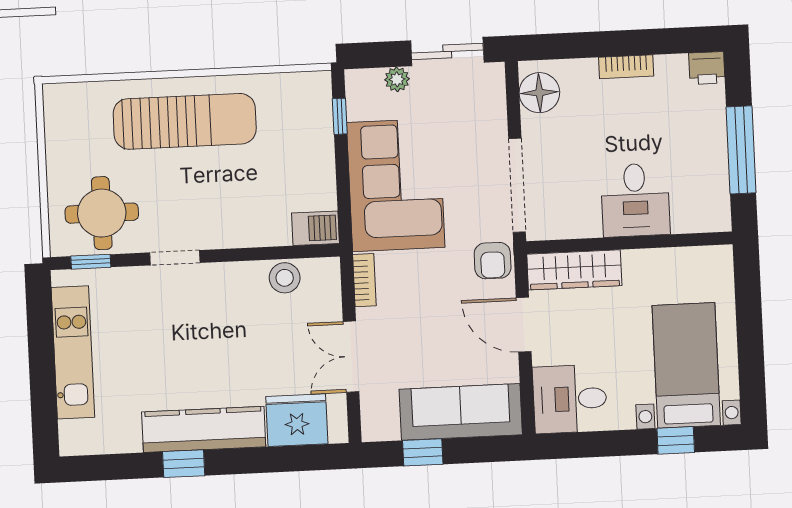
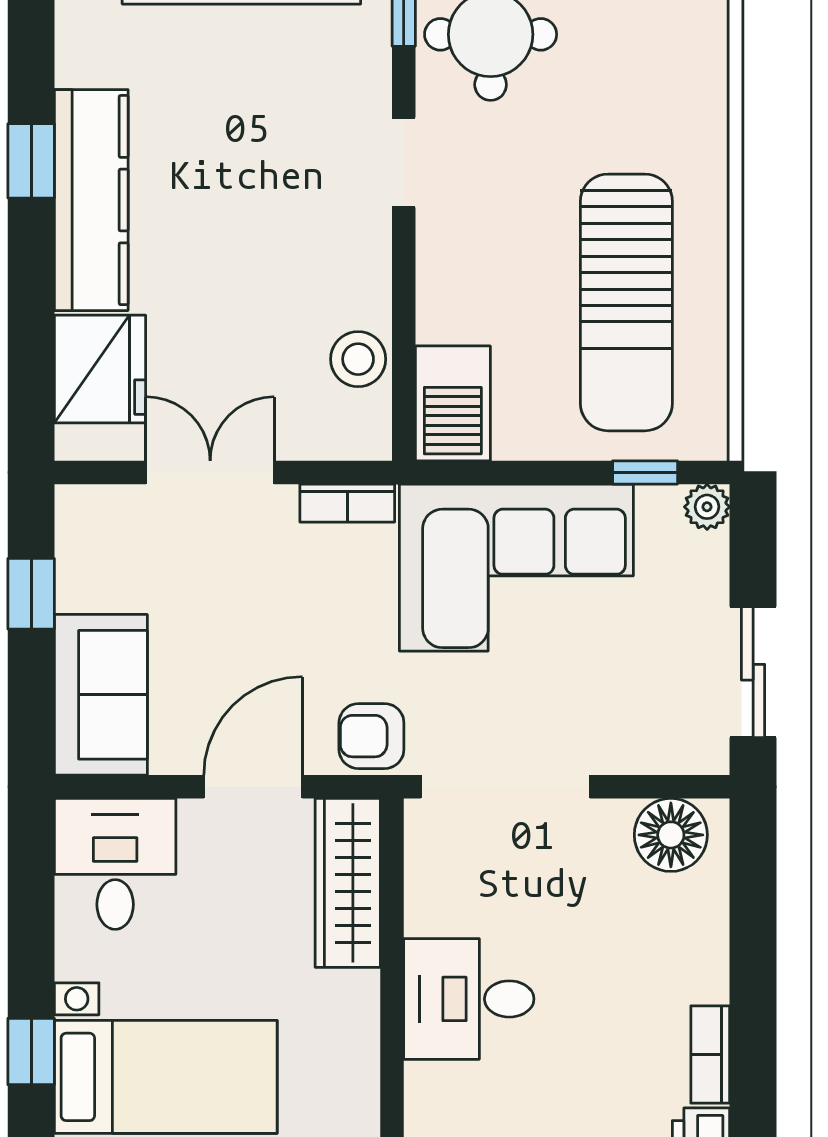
bookcase: (626, 67) -> (710, 1055), moved
plant: (397, 79) -> (707, 507), moved
sun lounger: (185, 121) -> (626, 302), moved
barbecue: (315, 228) -> (453, 403), width x1.38, depth x1.27
sofa: (461, 412) -> (101, 695), width x0.73

